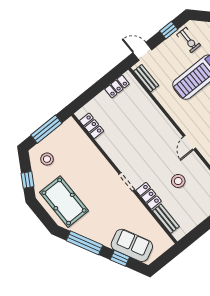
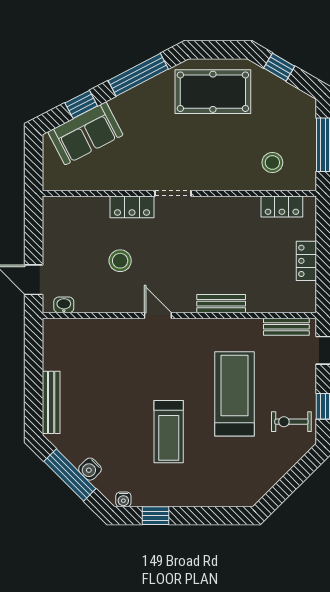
locker: (117, 86) -> (306, 261), moved
stool: (47, 159) -> (272, 163), moved
bench: (166, 219) -> (221, 304), moved

